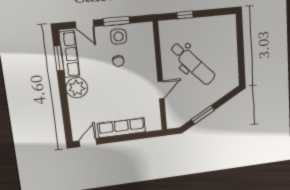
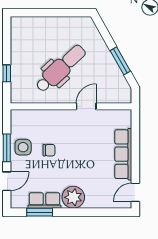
row of seats: (69, 54) -> (45, 201), width x0.68
door: (161, 90) -> (86, 106), hinge flipped
door: (88, 143) -> (135, 192), hinge flipped

